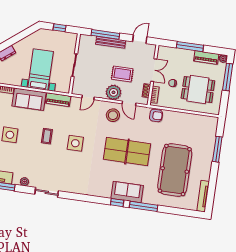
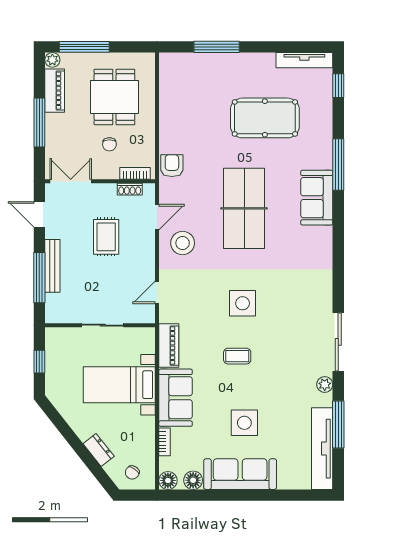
double door: (154, 70) -> (71, 181), moved
plant: (114, 92) -> (141, 248), removed
door: (88, 97) -> (157, 292), swing flipped
pool table: (175, 170) -> (265, 118), width x0.73, depth x0.76
sliding door: (47, 192) -> (338, 342), width x1.37
window: (117, 203) -> (338, 86), moved

